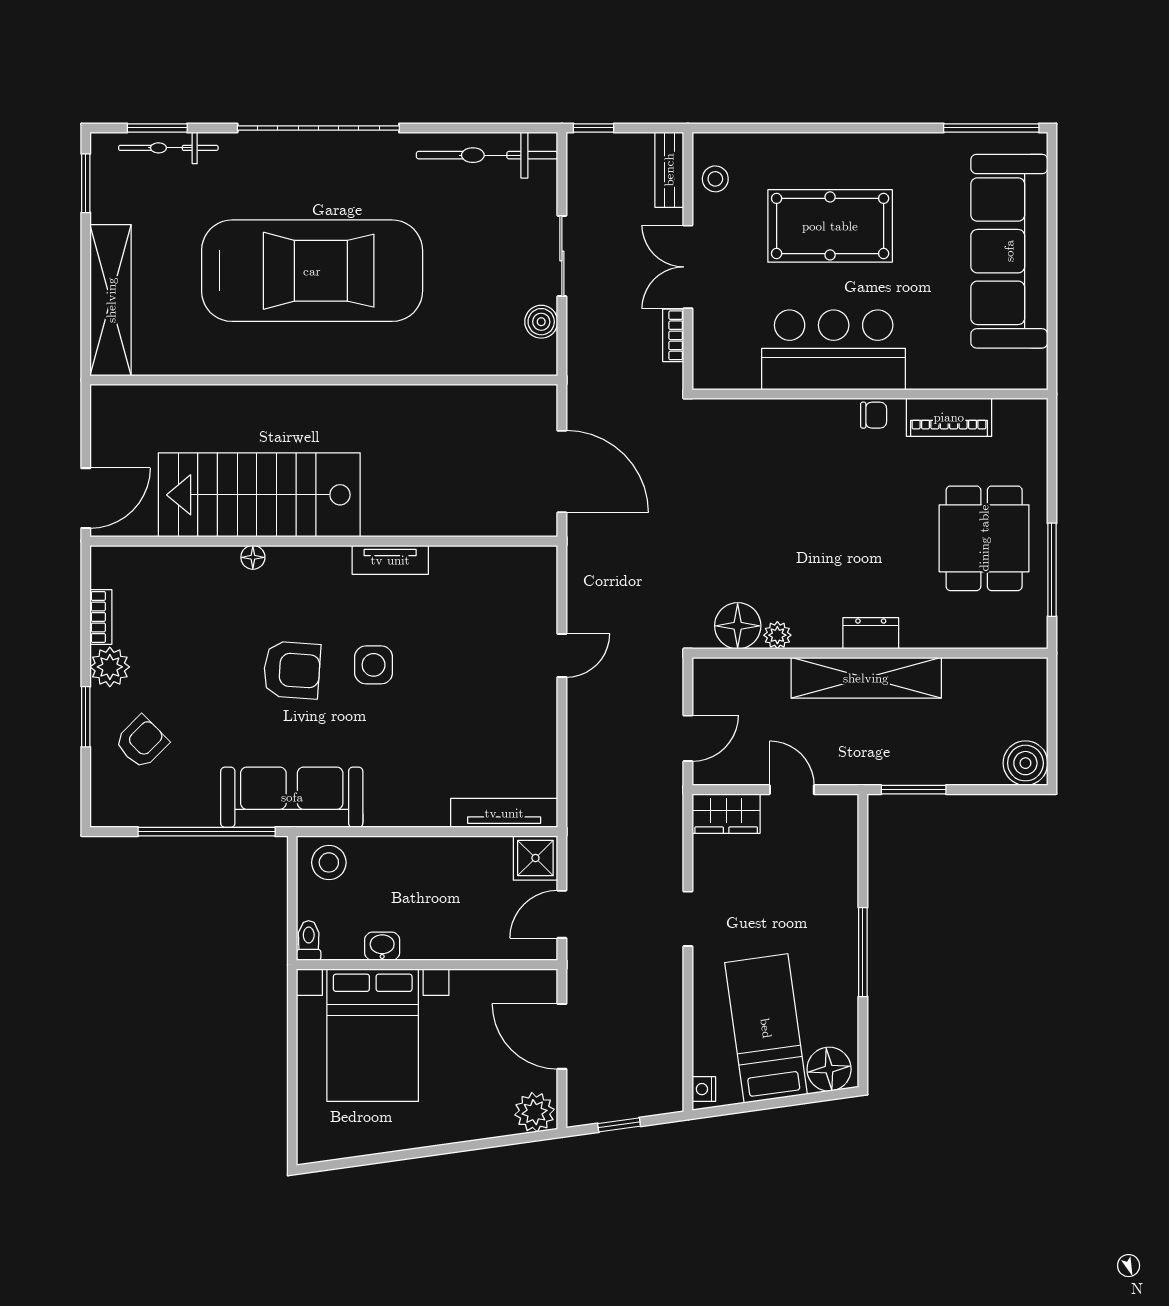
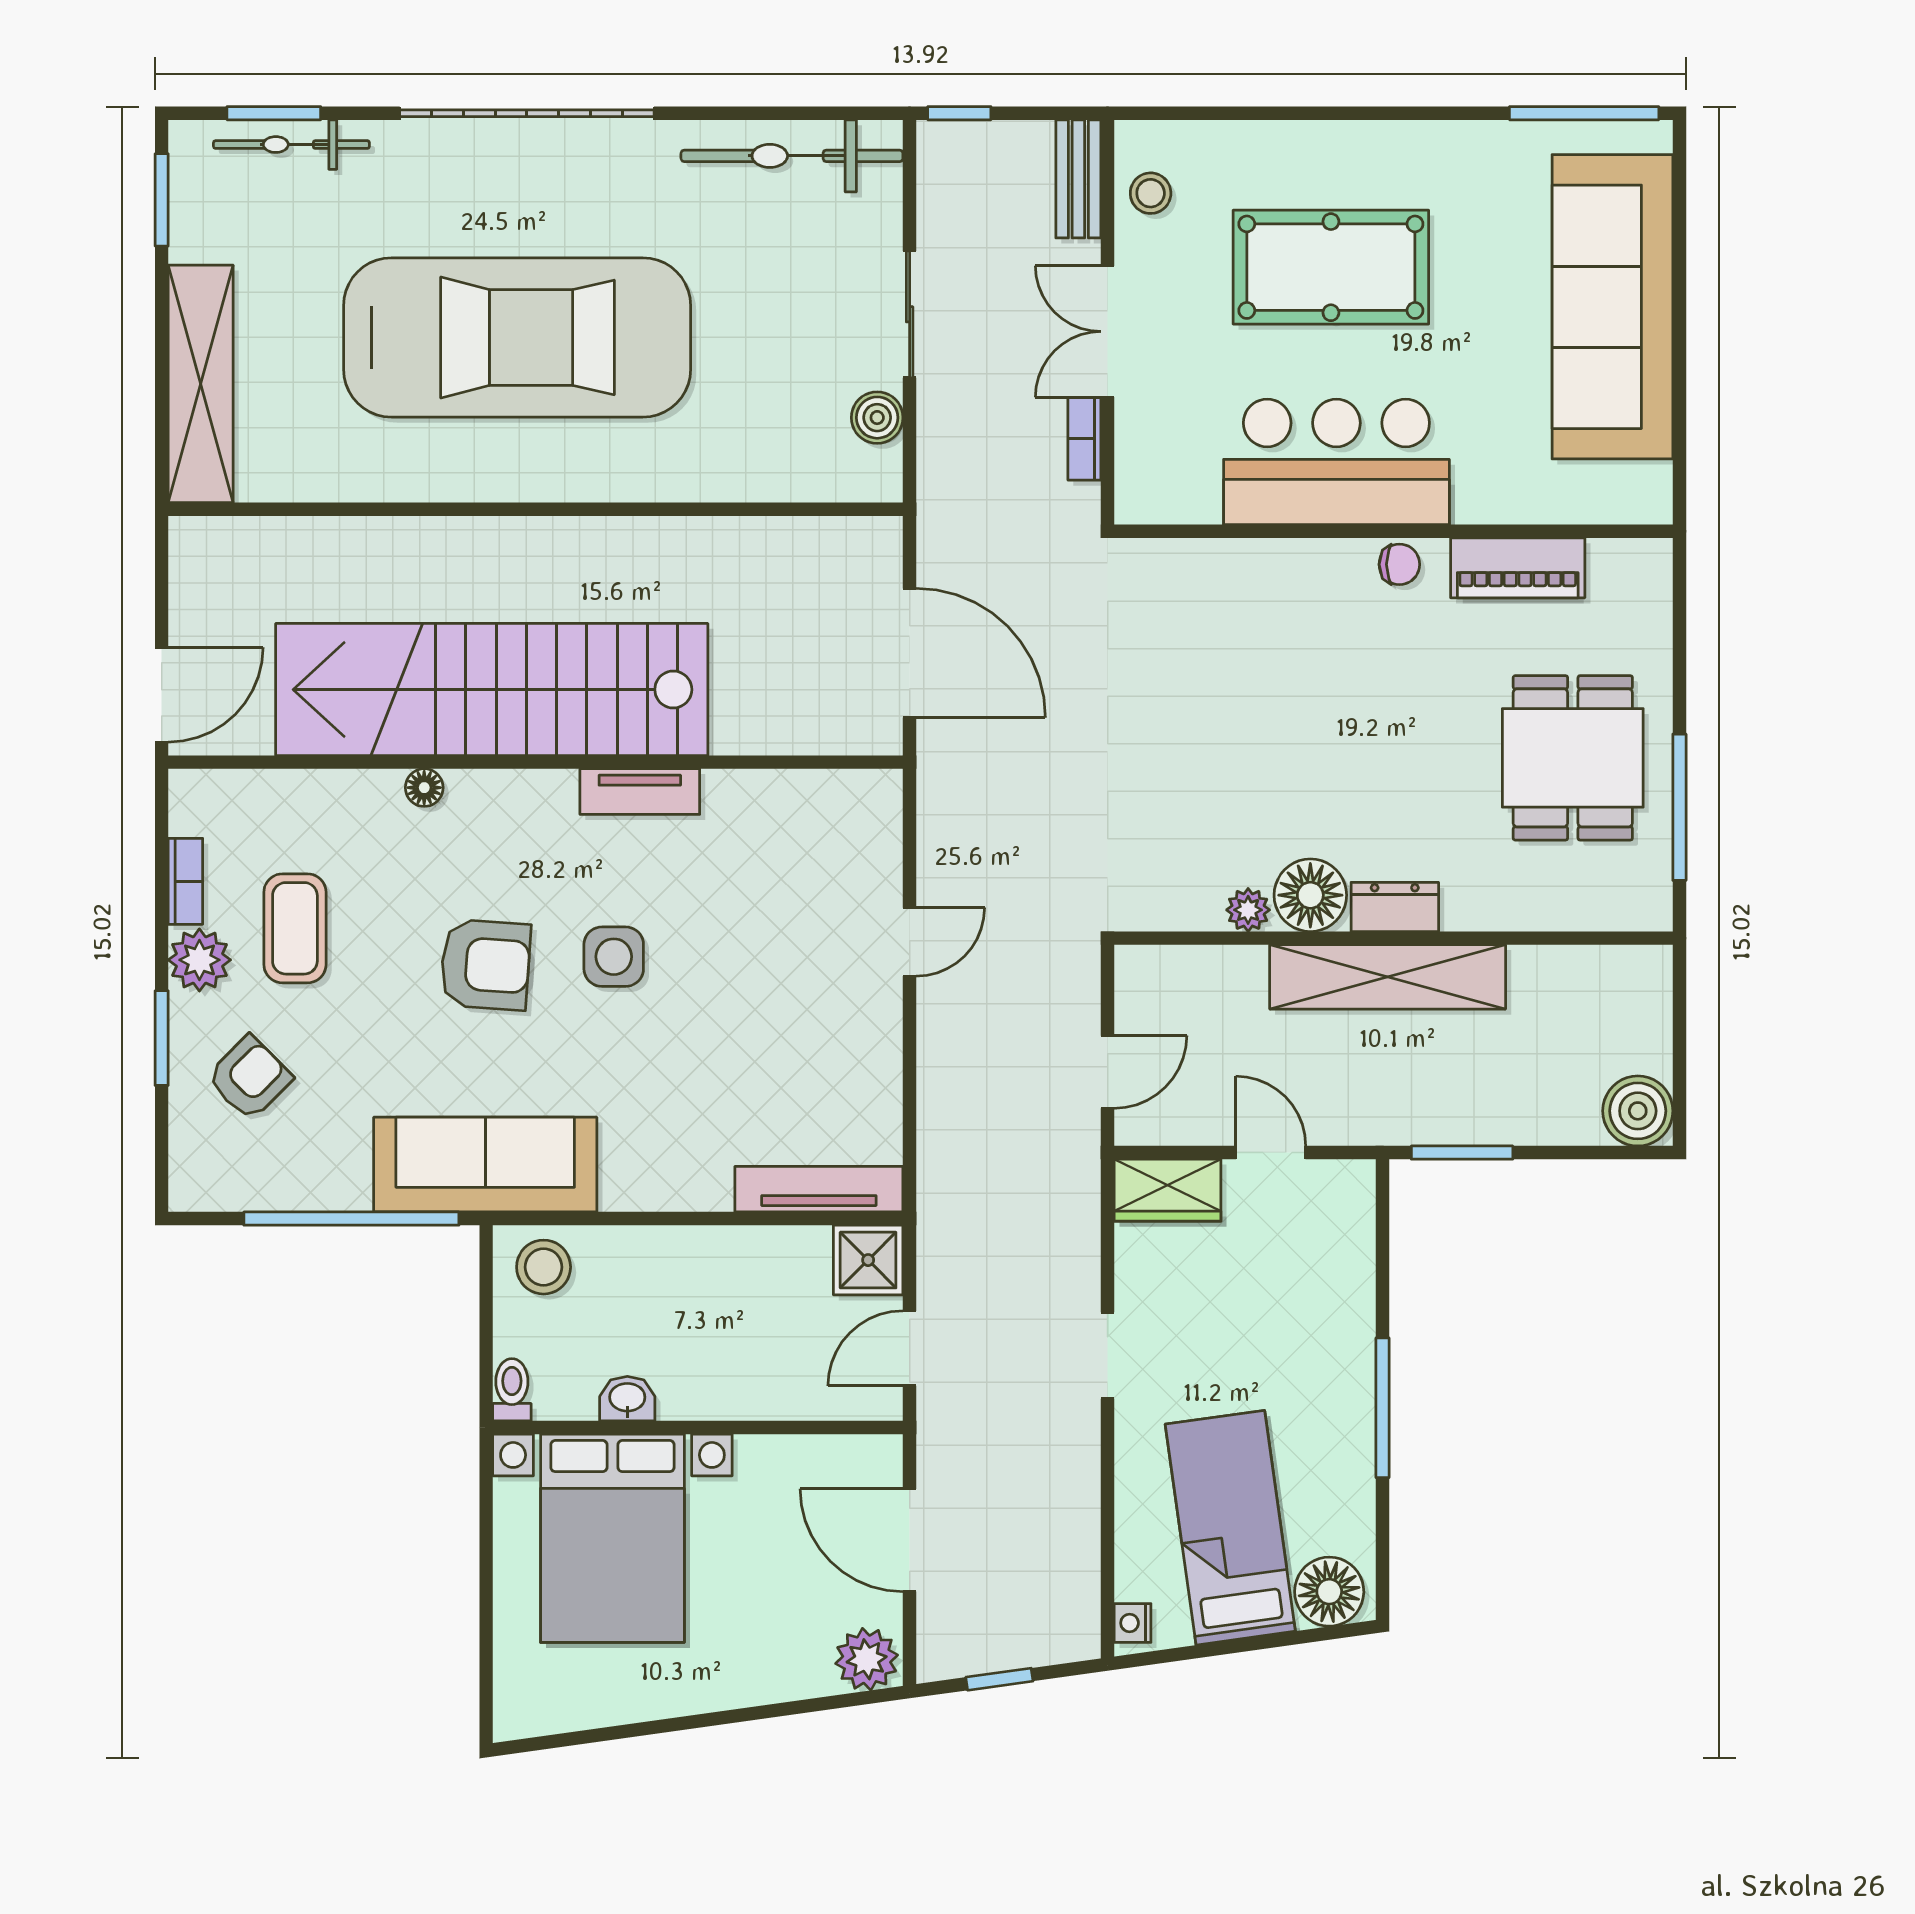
stairs: (259, 495) -> (492, 690), width x1.36
floor lamp: (738, 626) -> (1310, 895), moved
coffee table: (171, 647) -> (295, 928), added

